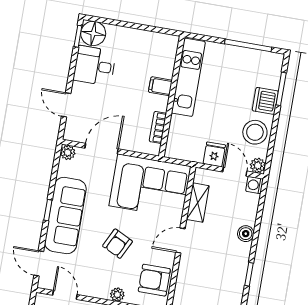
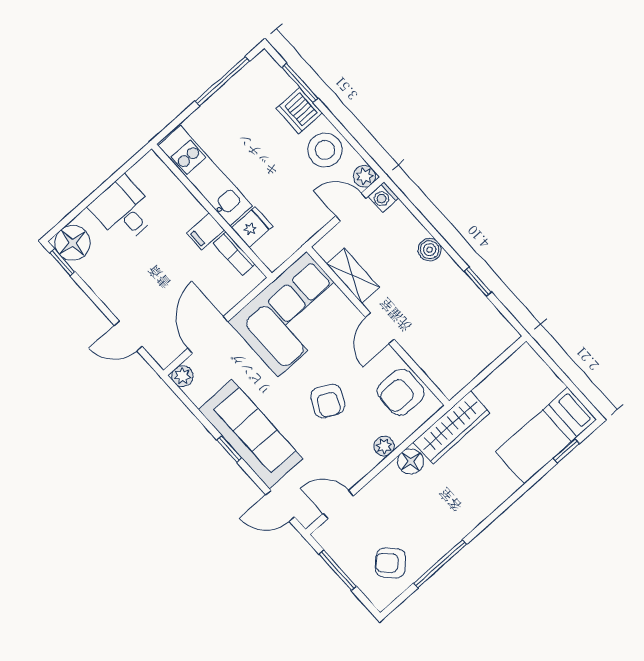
desk: (95, 66) -> (124, 210), moved, turned 90
filing cabinet: (160, 86) -> (206, 231), moved
fridge: (214, 154) -> (252, 227), moved, turned 90

